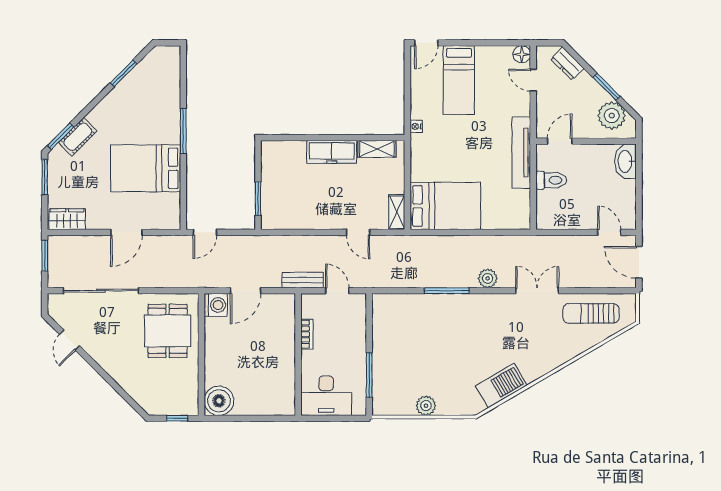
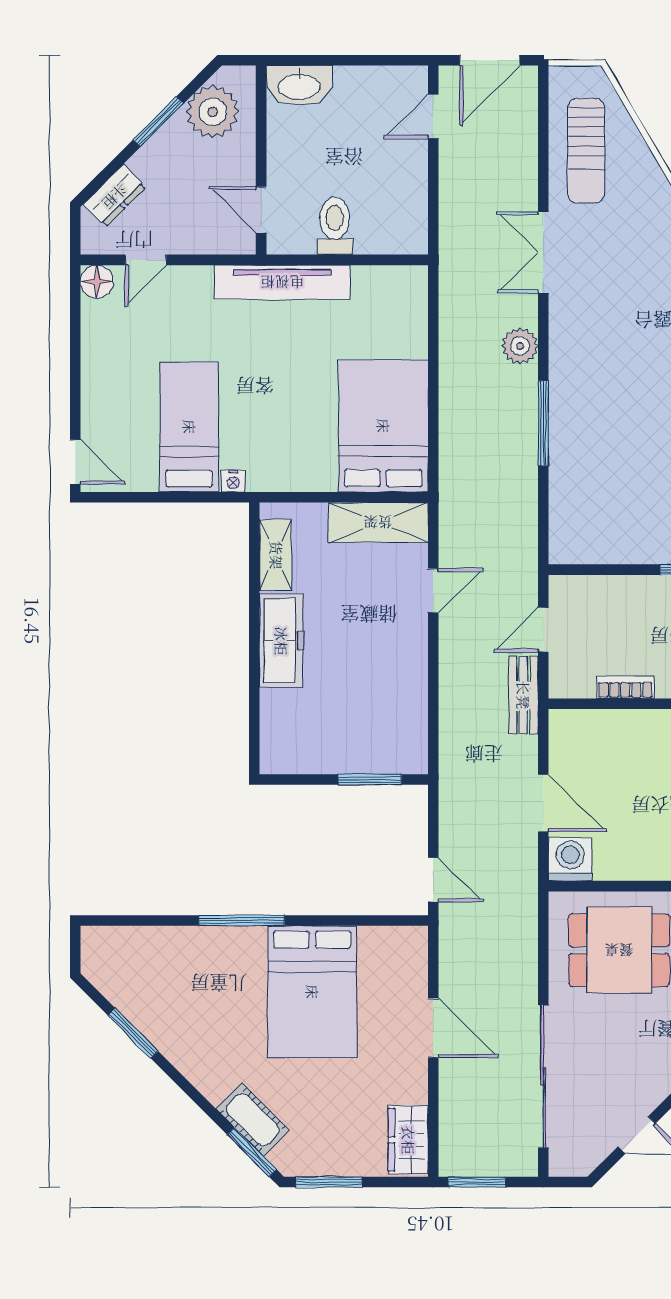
bed: (459, 80) -> (189, 427), moved, turned -90
shelving: (397, 212) -> (378, 522), width x1.50, depth x1.33

